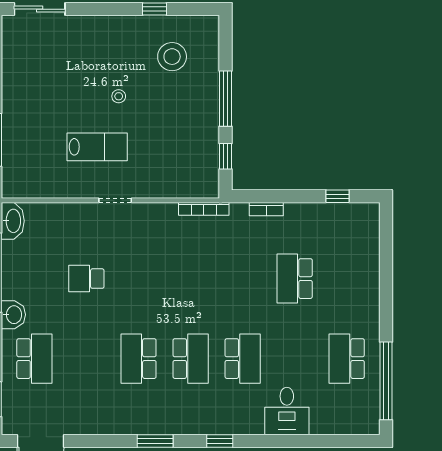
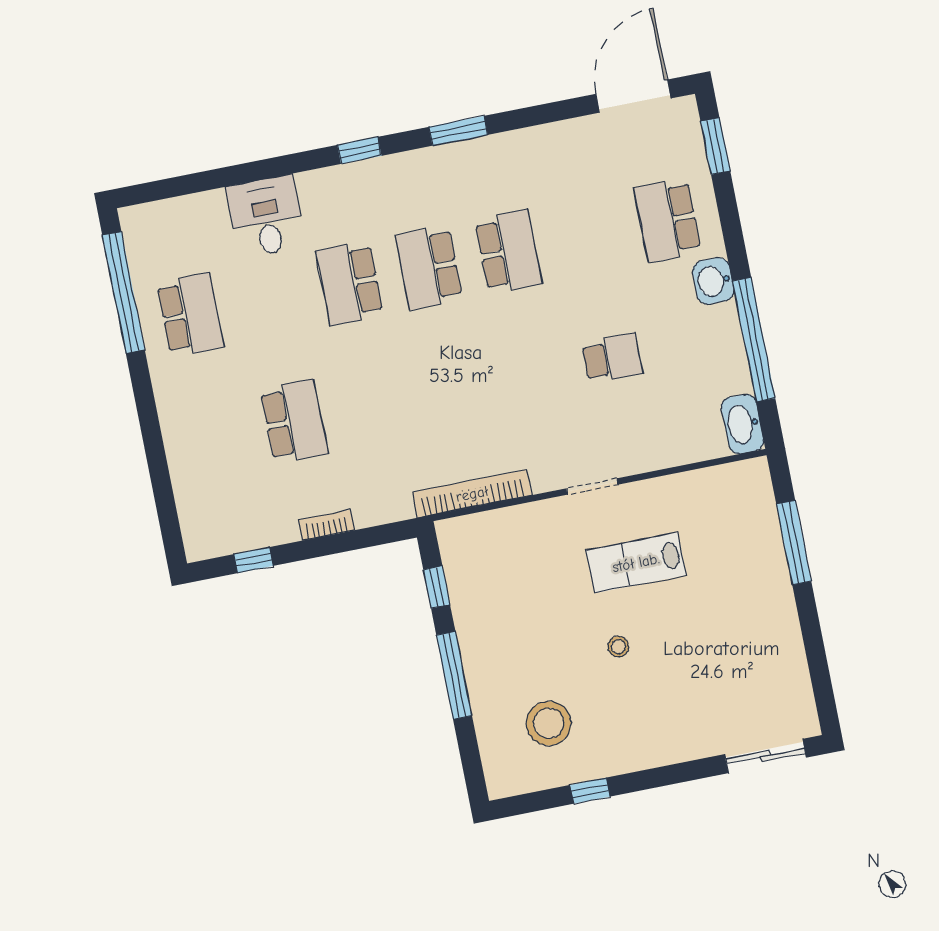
bookcase: (204, 209) -> (472, 494), width x1.48, depth x1.31
bookcase: (266, 209) -> (326, 525), moved

